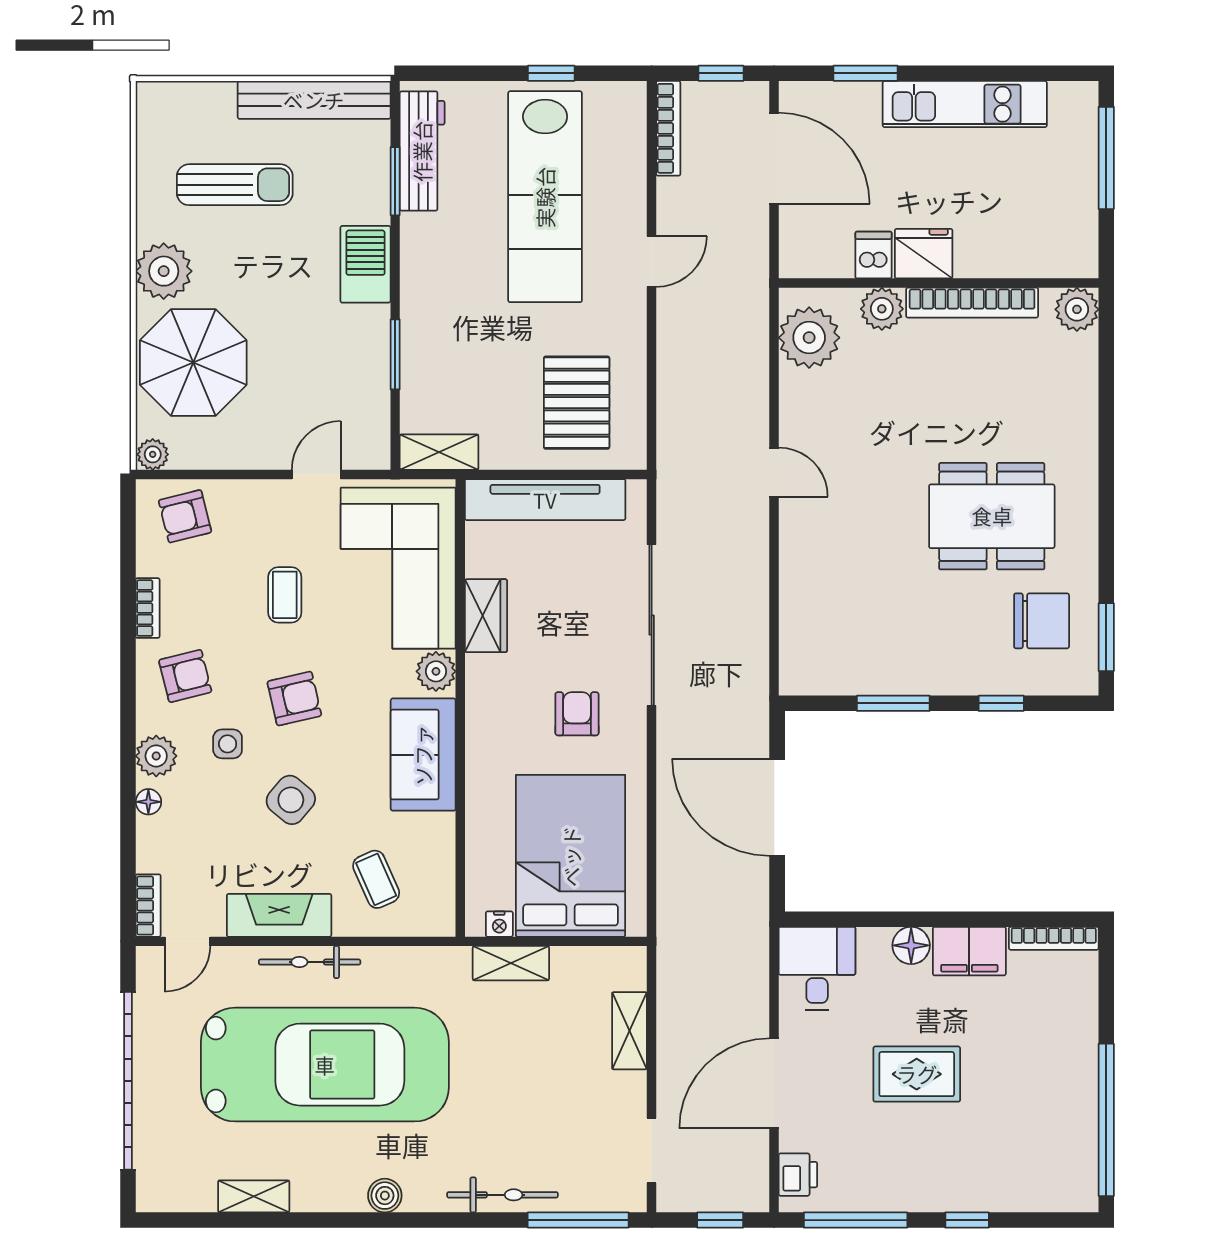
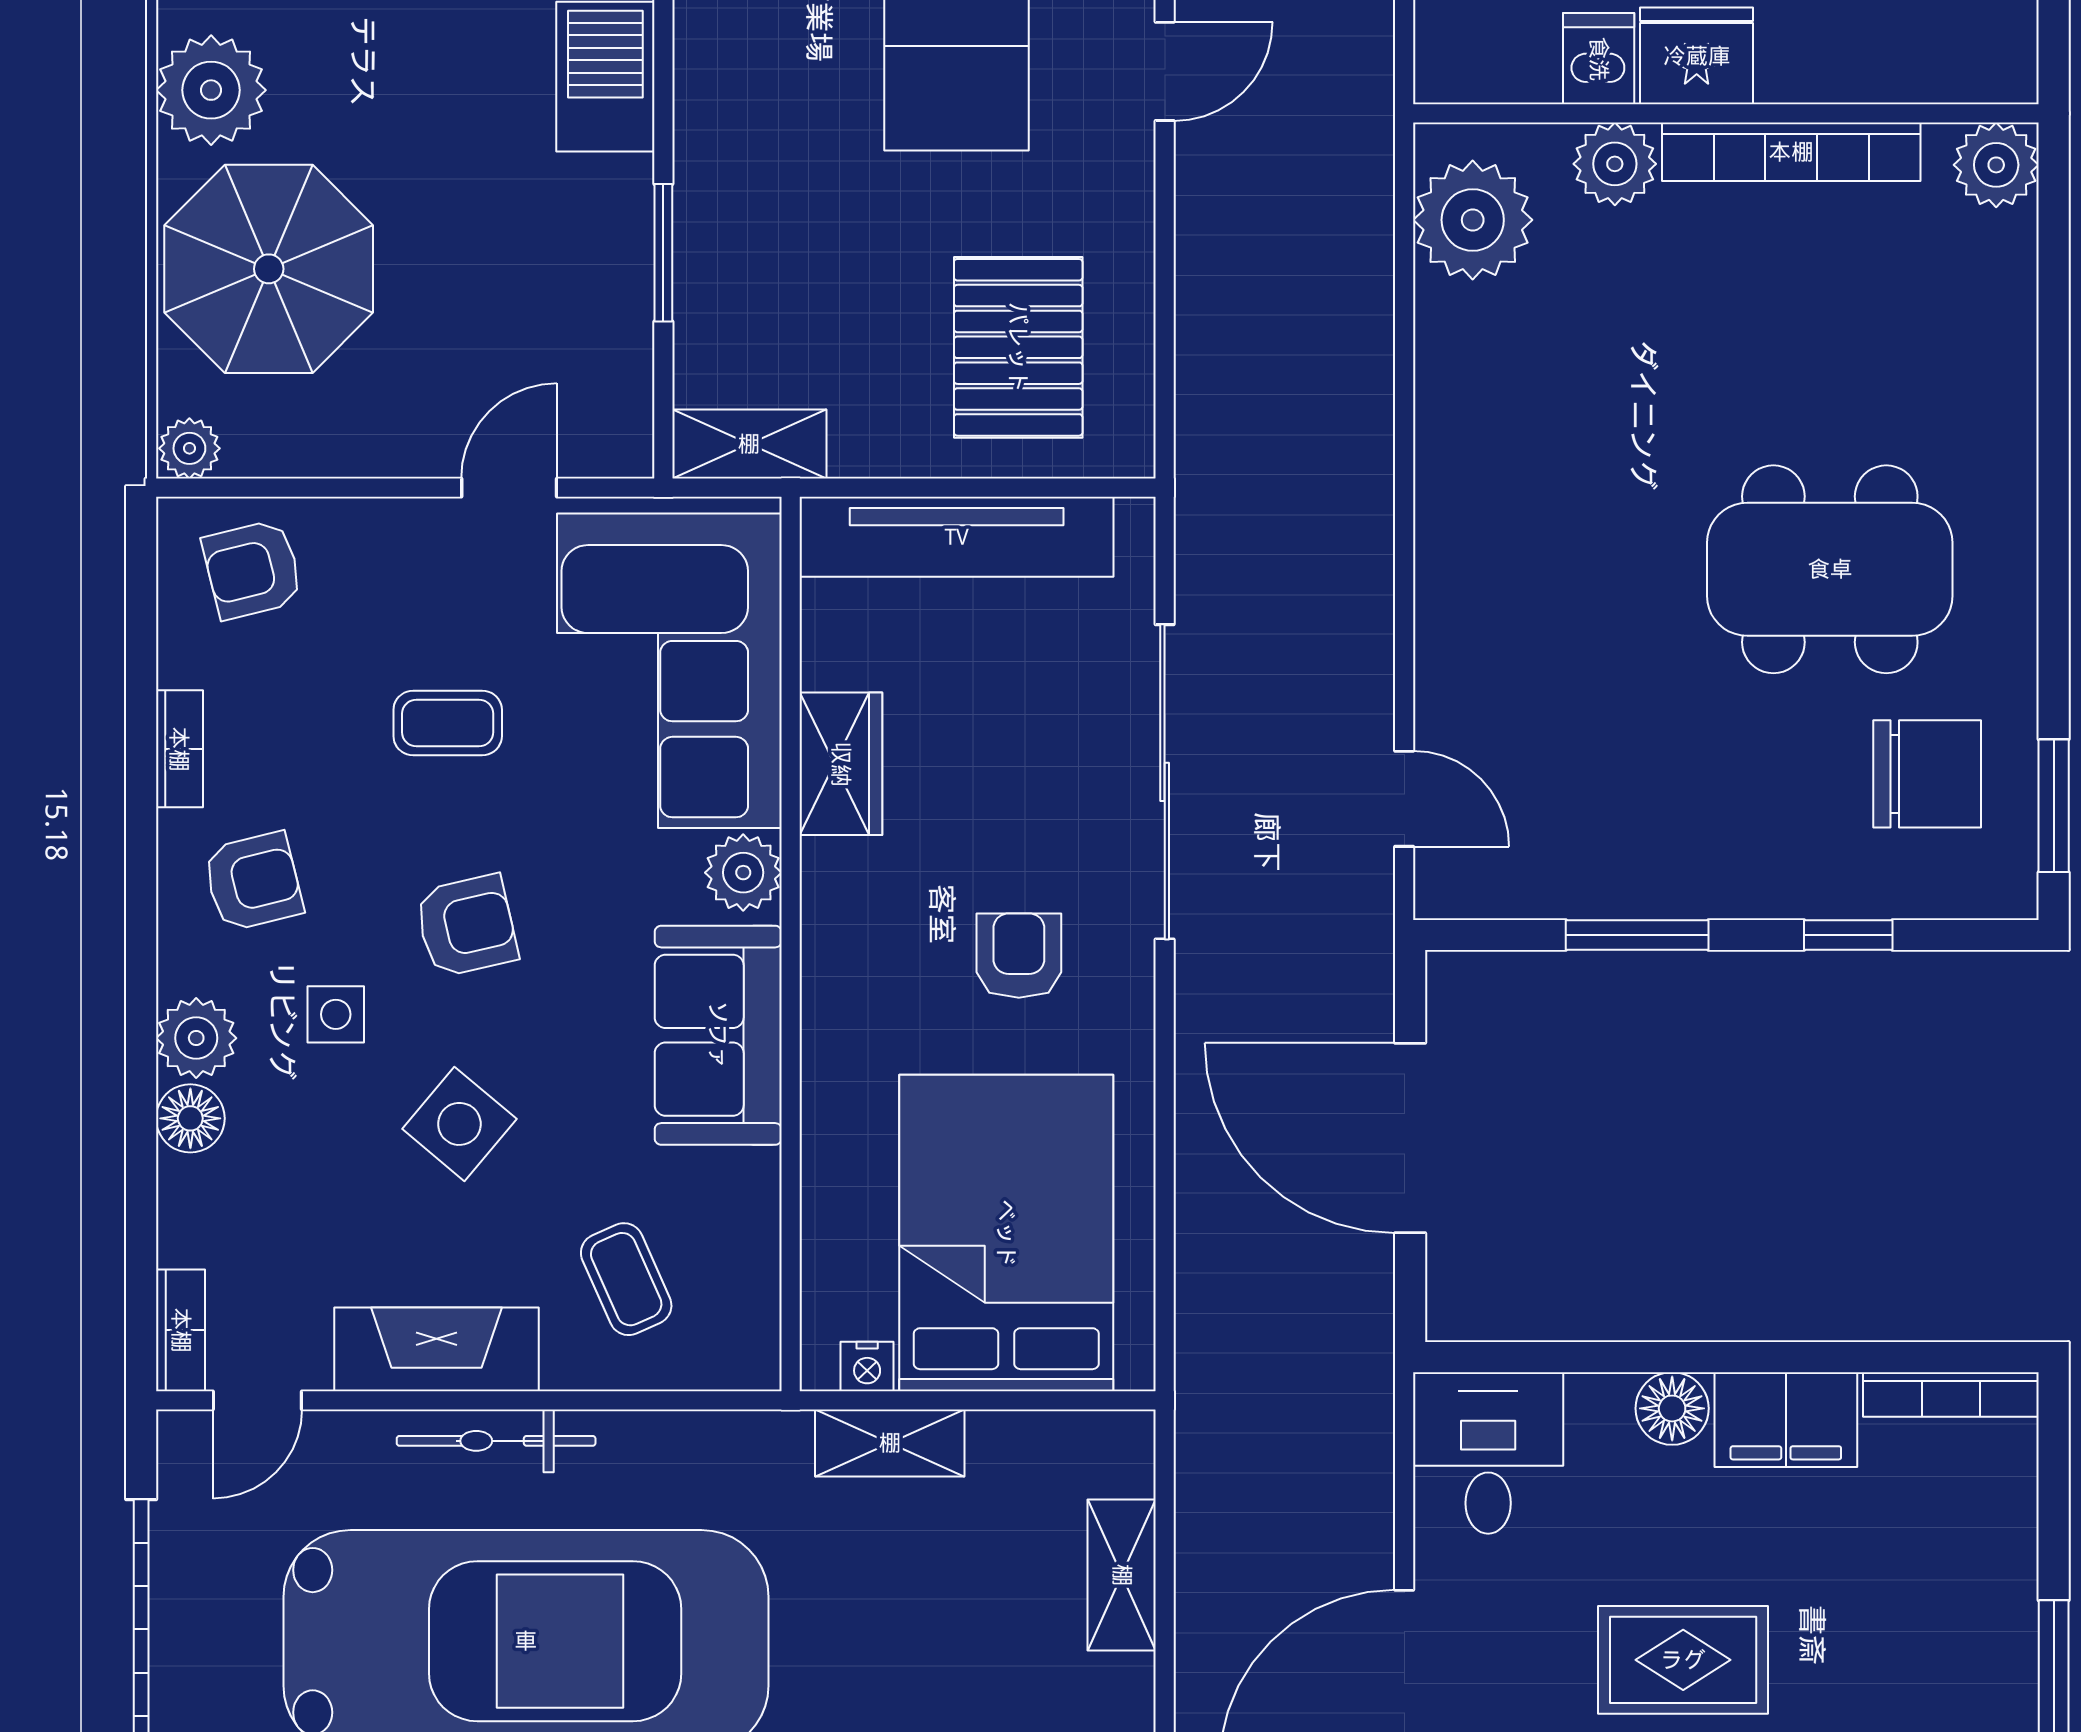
door: (774, 472) -> (1404, 799), moved
coffee table: (285, 595) -> (448, 723), turned 90
floor lamp: (148, 802) -> (190, 1118), width x1.37, depth x1.37

